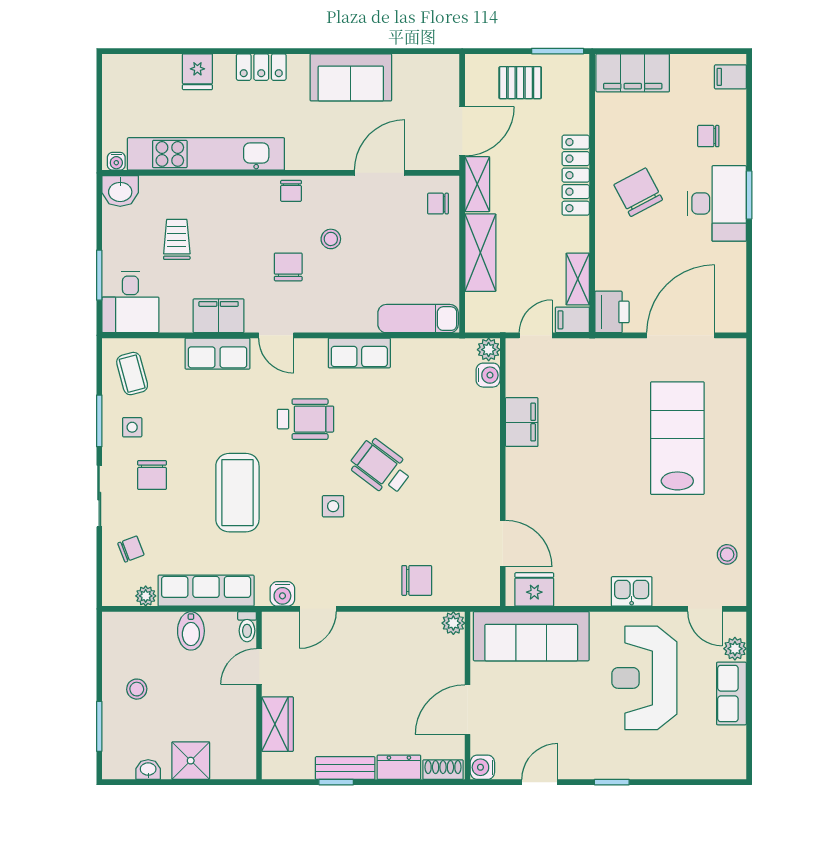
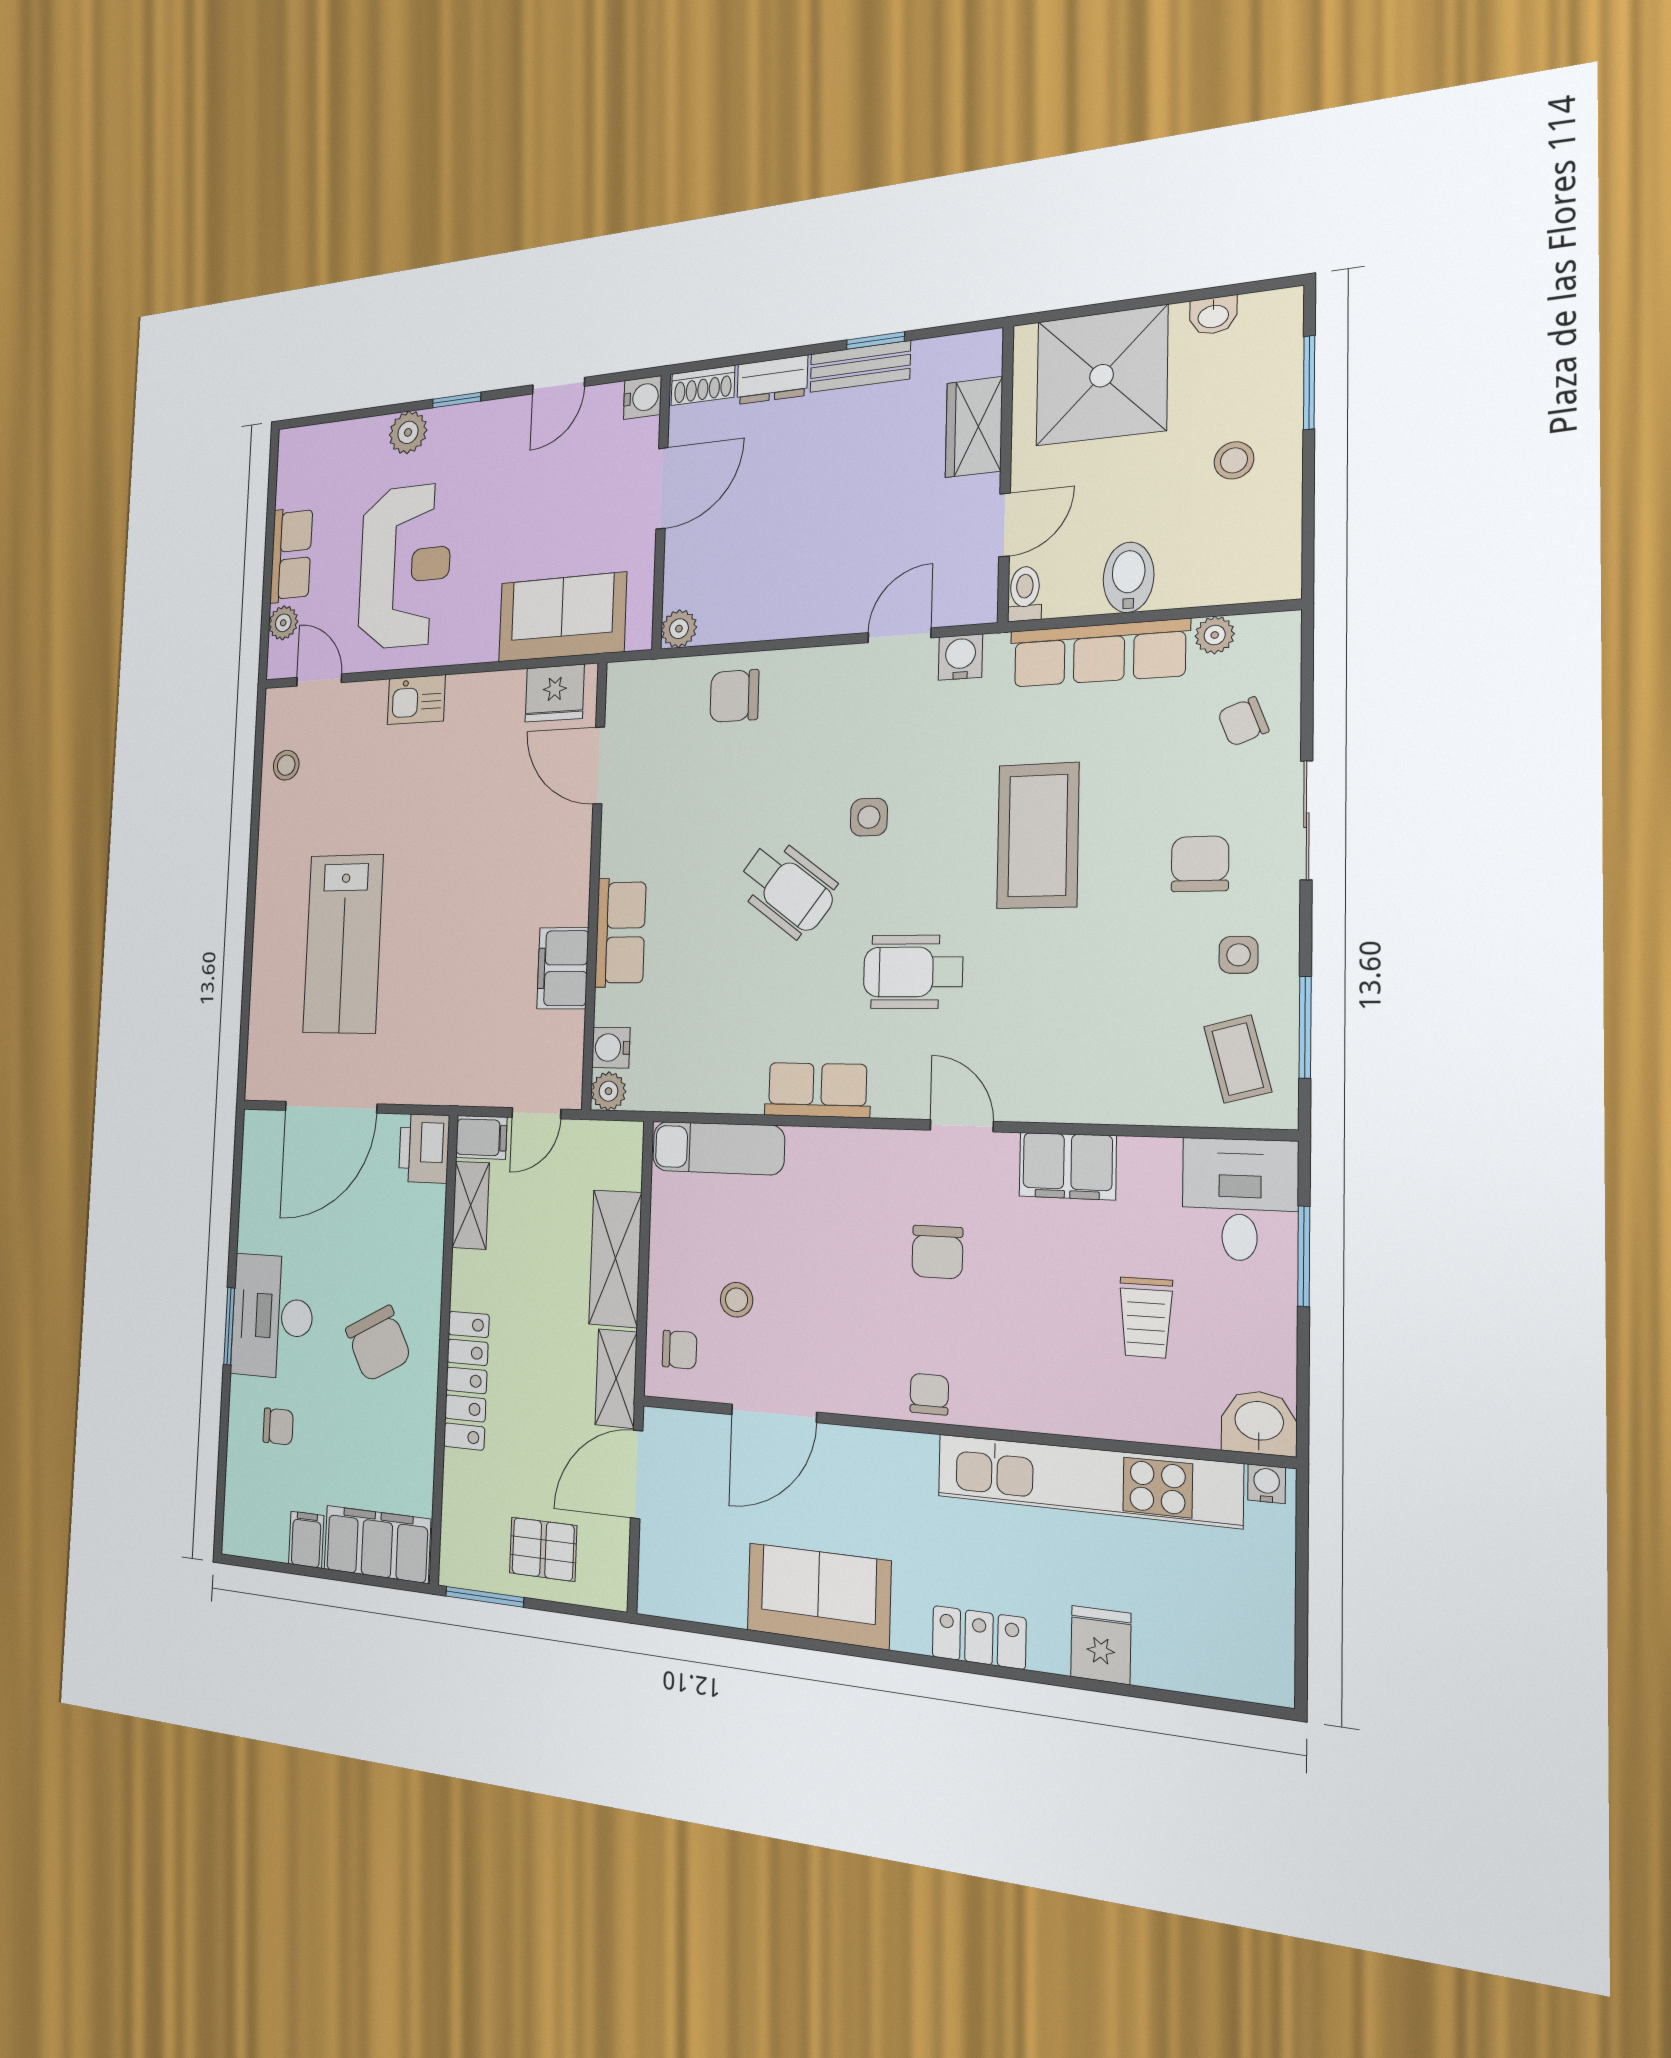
filing cabinet: (730, 77) -> (306, 1540), moved, turned -90
stool: (331, 239) -> (737, 1300), moved
row of seats: (217, 354) -> (620, 933), moved, turned 90
window: (99, 421) -> (1305, 1027), moved
sofa: (531, 636) -> (562, 617), width x0.73
shower: (191, 761) -> (1102, 376), width x1.86, depth x1.86
plant: (647, 765) -> (408, 432), added

